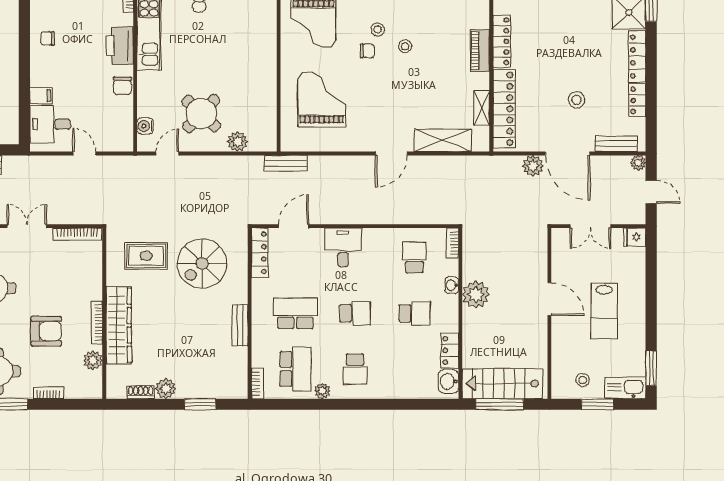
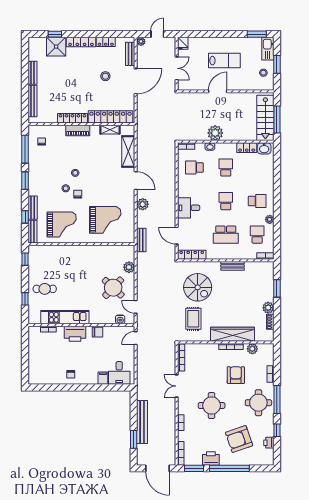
grand piano: (322, 100) -> (105, 220), turned 180
door: (84, 153) -> (136, 338), moved
plant: (533, 166) -> (143, 204), moved
school desk: (295, 313) -> (226, 235), turned -90
school desk: (295, 369) -> (257, 235), width x0.54

